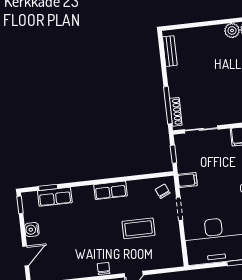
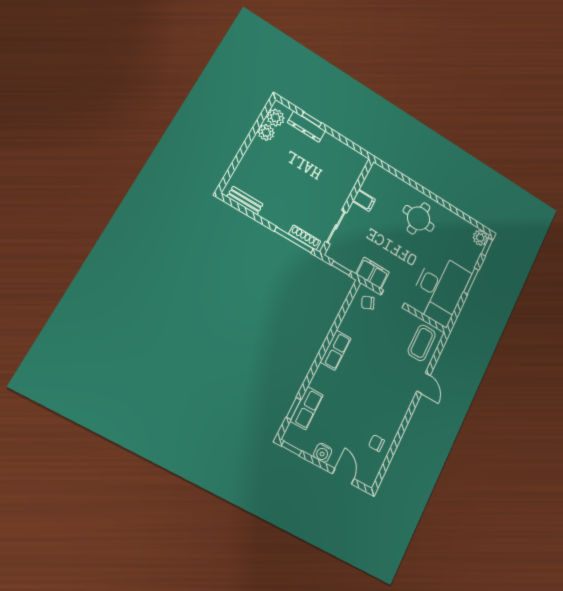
filing cabinet: (188, 180) -> (373, 273), width x2.00
coffee table: (138, 228) -> (422, 343), moved
chair: (104, 268) -> (376, 443), moved

